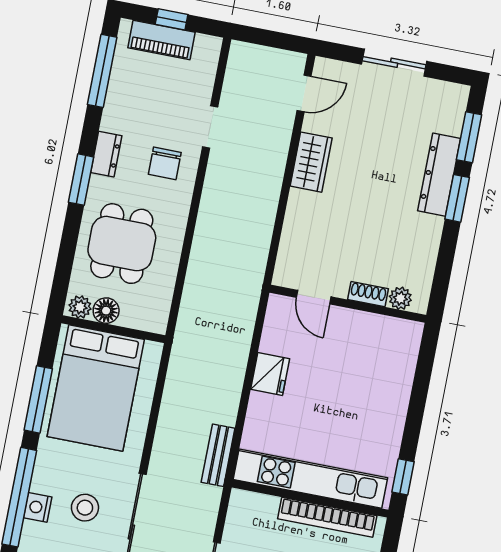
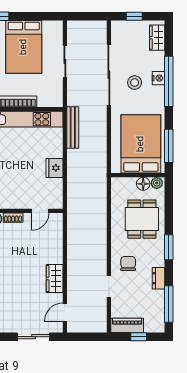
piano: (161, 40) -> (127, 325), moved
sliding door: (394, 63) -> (34, 337), moved
dresser: (106, 154) -> (158, 278), moved
door: (314, 297) -> (40, 211), swing flipped
window: (38, 399) -> (169, 146), moved
bench: (218, 455) -> (73, 127), width x1.36

